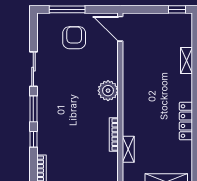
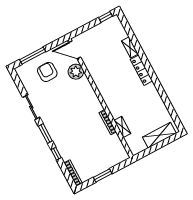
plant: (108, 91) -> (76, 72), moved
locker: (186, 121) -> (141, 70), moved

